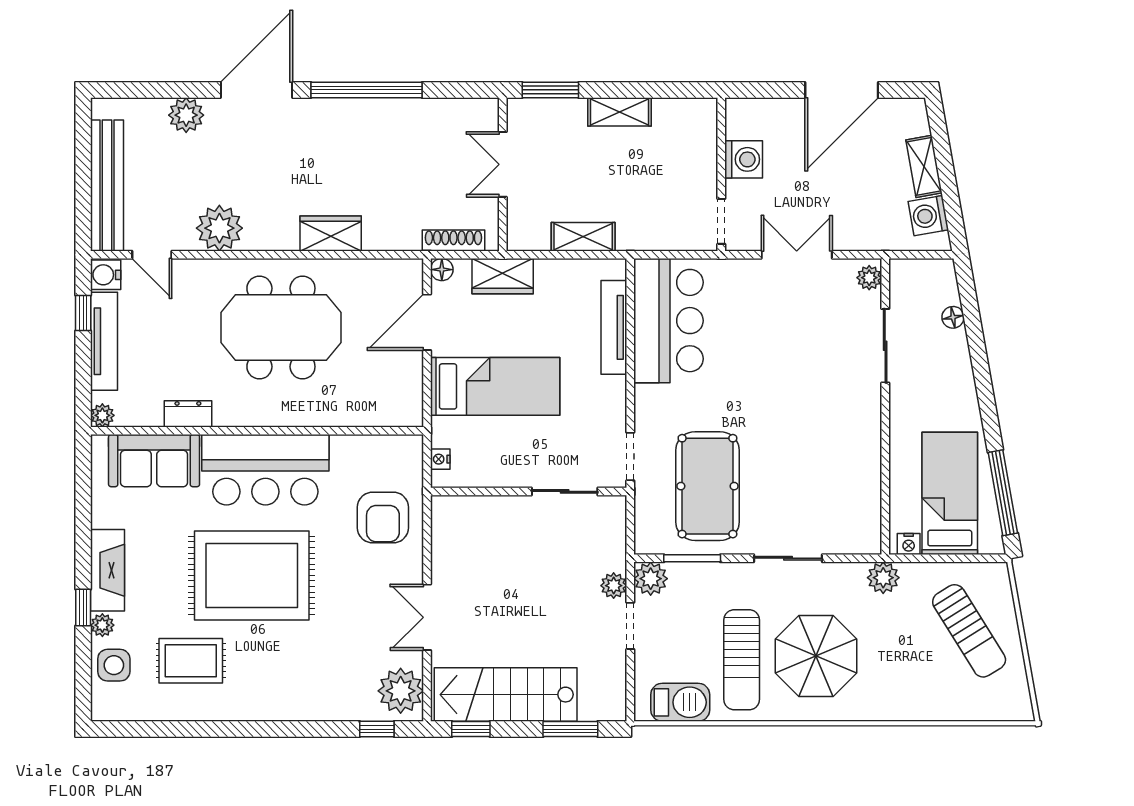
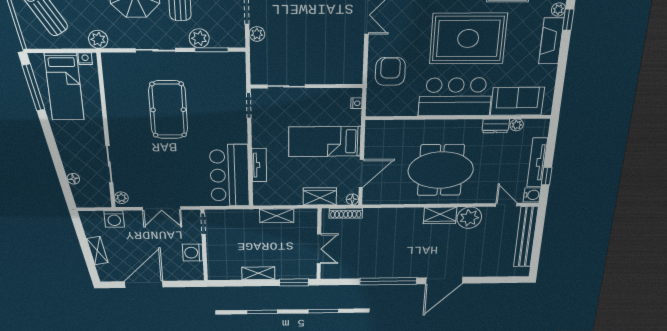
plant: (186, 115) -> (481, 269), removed
washing machine: (928, 216) -> (114, 219), moved, turned 100
wardrobe: (331, 233) -> (440, 216), moved
tv unit: (614, 327) -> (259, 165), width x0.71
plant: (102, 415) -> (517, 125), moved
pool table: (707, 486) -> (168, 110), moved
plant: (651, 579) -> (199, 38), moved

